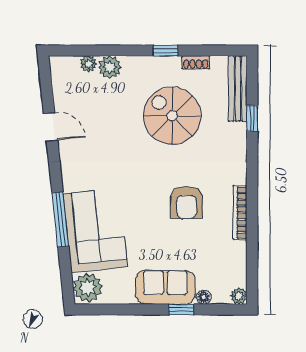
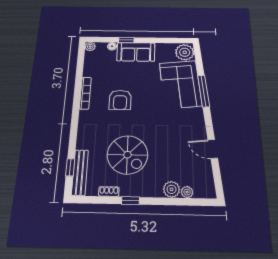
window: (252, 118) -> (70, 167), moved
armchair: (186, 202) -> (120, 100), turned 180

